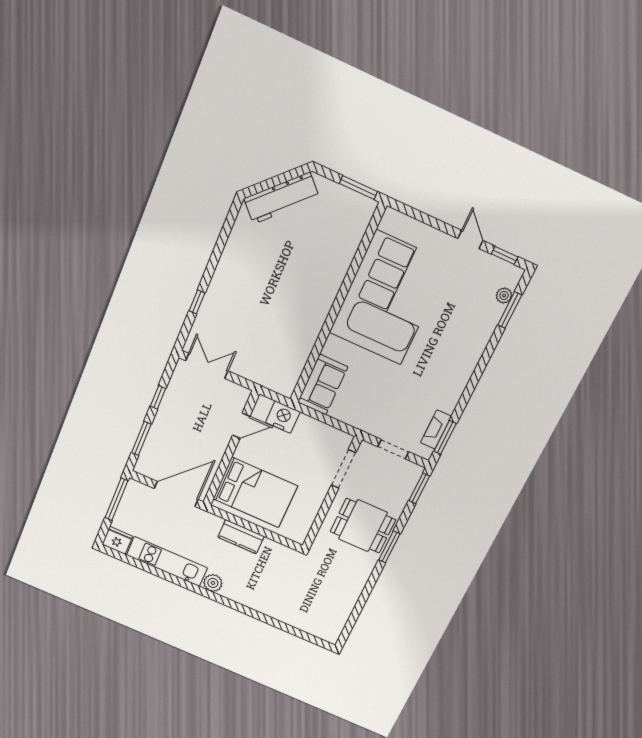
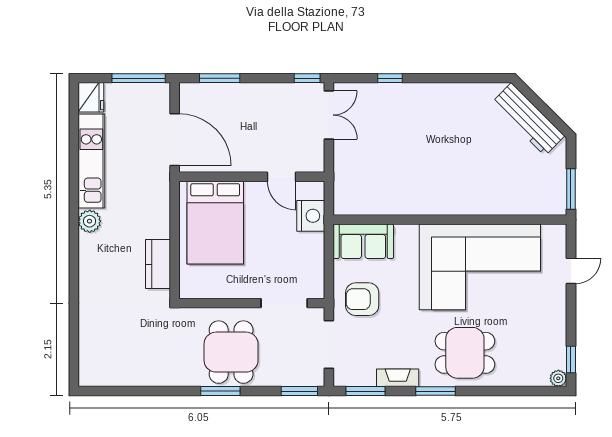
door: (470, 239) -> (571, 271), moved
plant: (504, 295) -> (558, 378), moved
window: (510, 310) -> (436, 391), moved
dining table: (454, 343) -> (465, 353), added
window: (158, 397) -> (307, 78), moved
armchair: (369, 407) -> (362, 299), added
fireplace: (436, 430) -> (398, 378), moved
doorway: (393, 449) -> (329, 344), width x1.38
kitchen counter: (241, 537) -> (158, 264), moved

